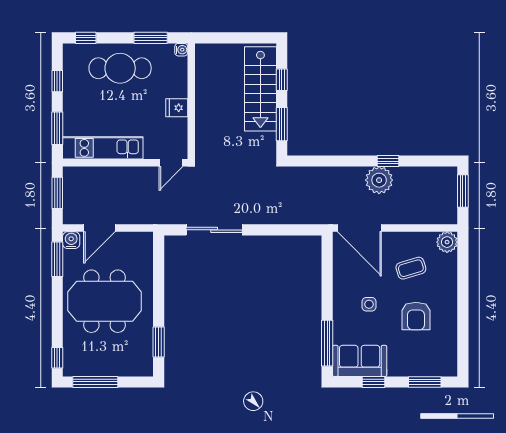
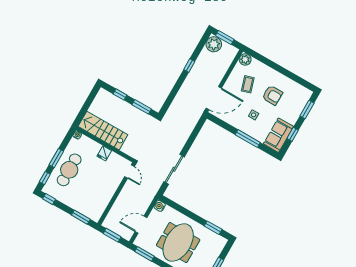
window: (151, 38) -> (56, 158), moved
window: (57, 81) -> (49, 199), moved
stairs: (260, 89) -> (103, 131), moved, turned 180
kitchen unit: (103, 148) -> (103, 201), removed
plant: (379, 180) -> (214, 44), moved
door: (99, 228) -> (141, 225), swing flipped
water cooler: (71, 240) -> (160, 206), moved
window: (327, 343) -> (248, 139), moved

